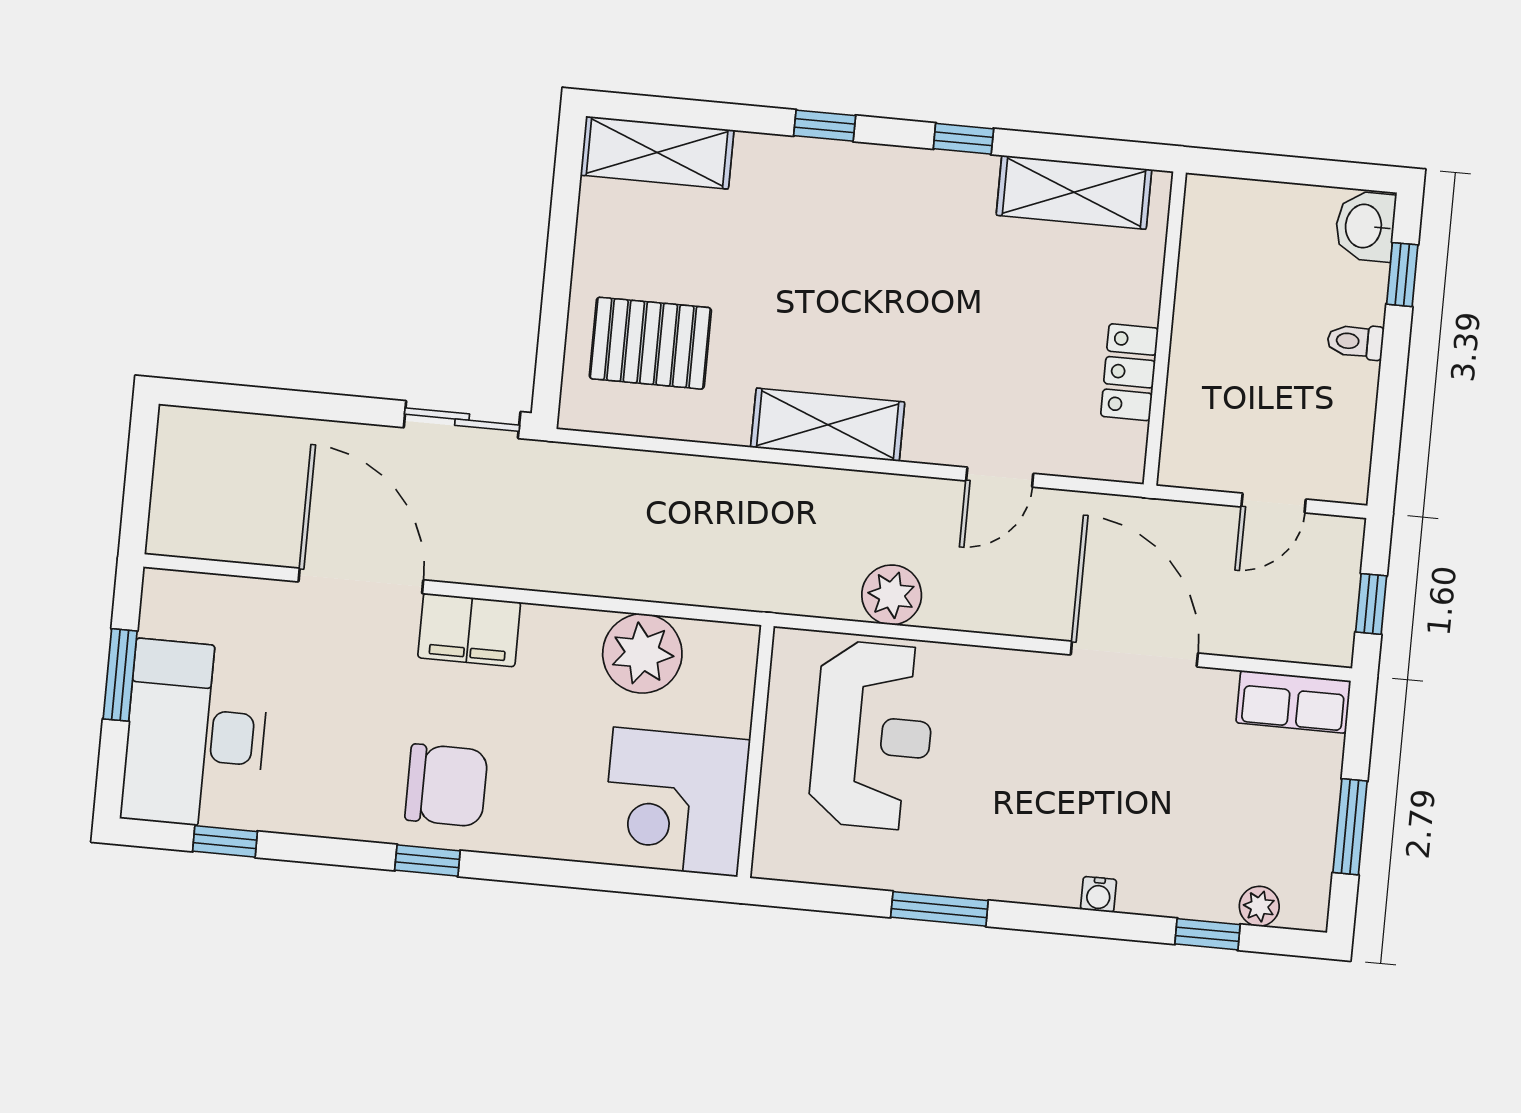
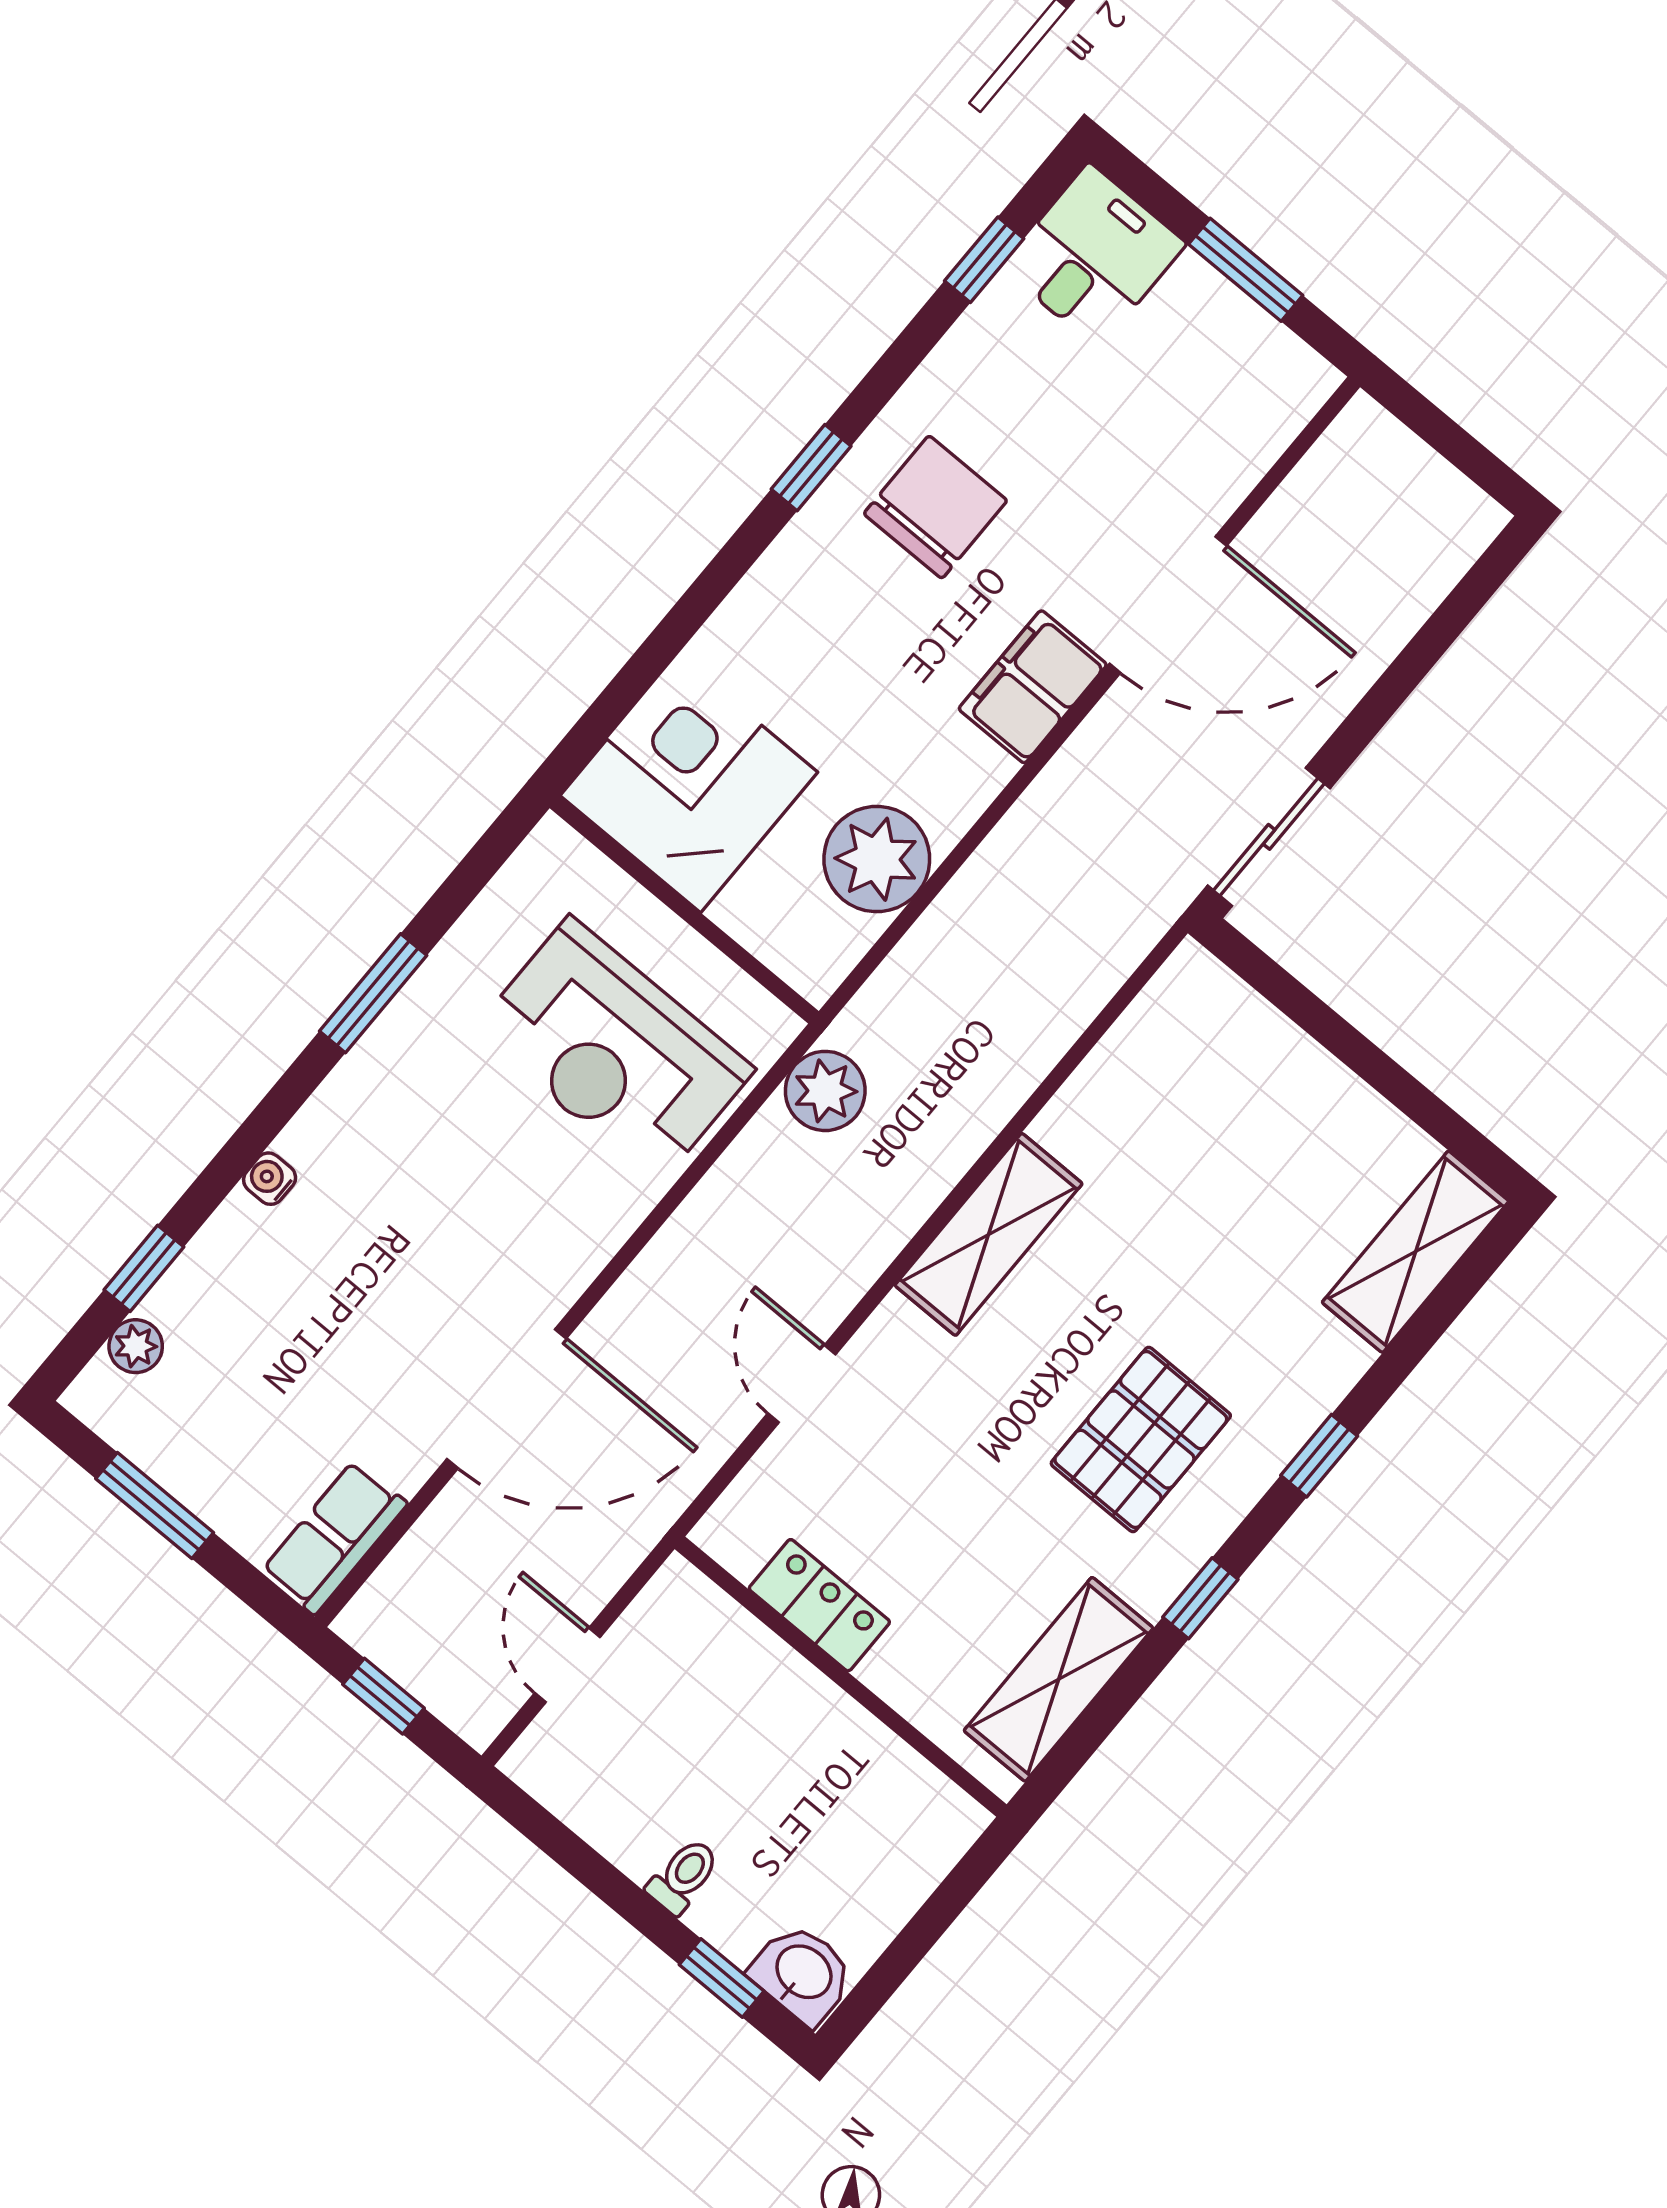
pallet: (650, 343) -> (1141, 1440), moved
plant: (892, 595) -> (825, 1091), moved
desk: (196, 735) -> (1094, 256), width x0.53, depth x0.77
chair: (446, 785) -> (935, 507), moved, turned 180

